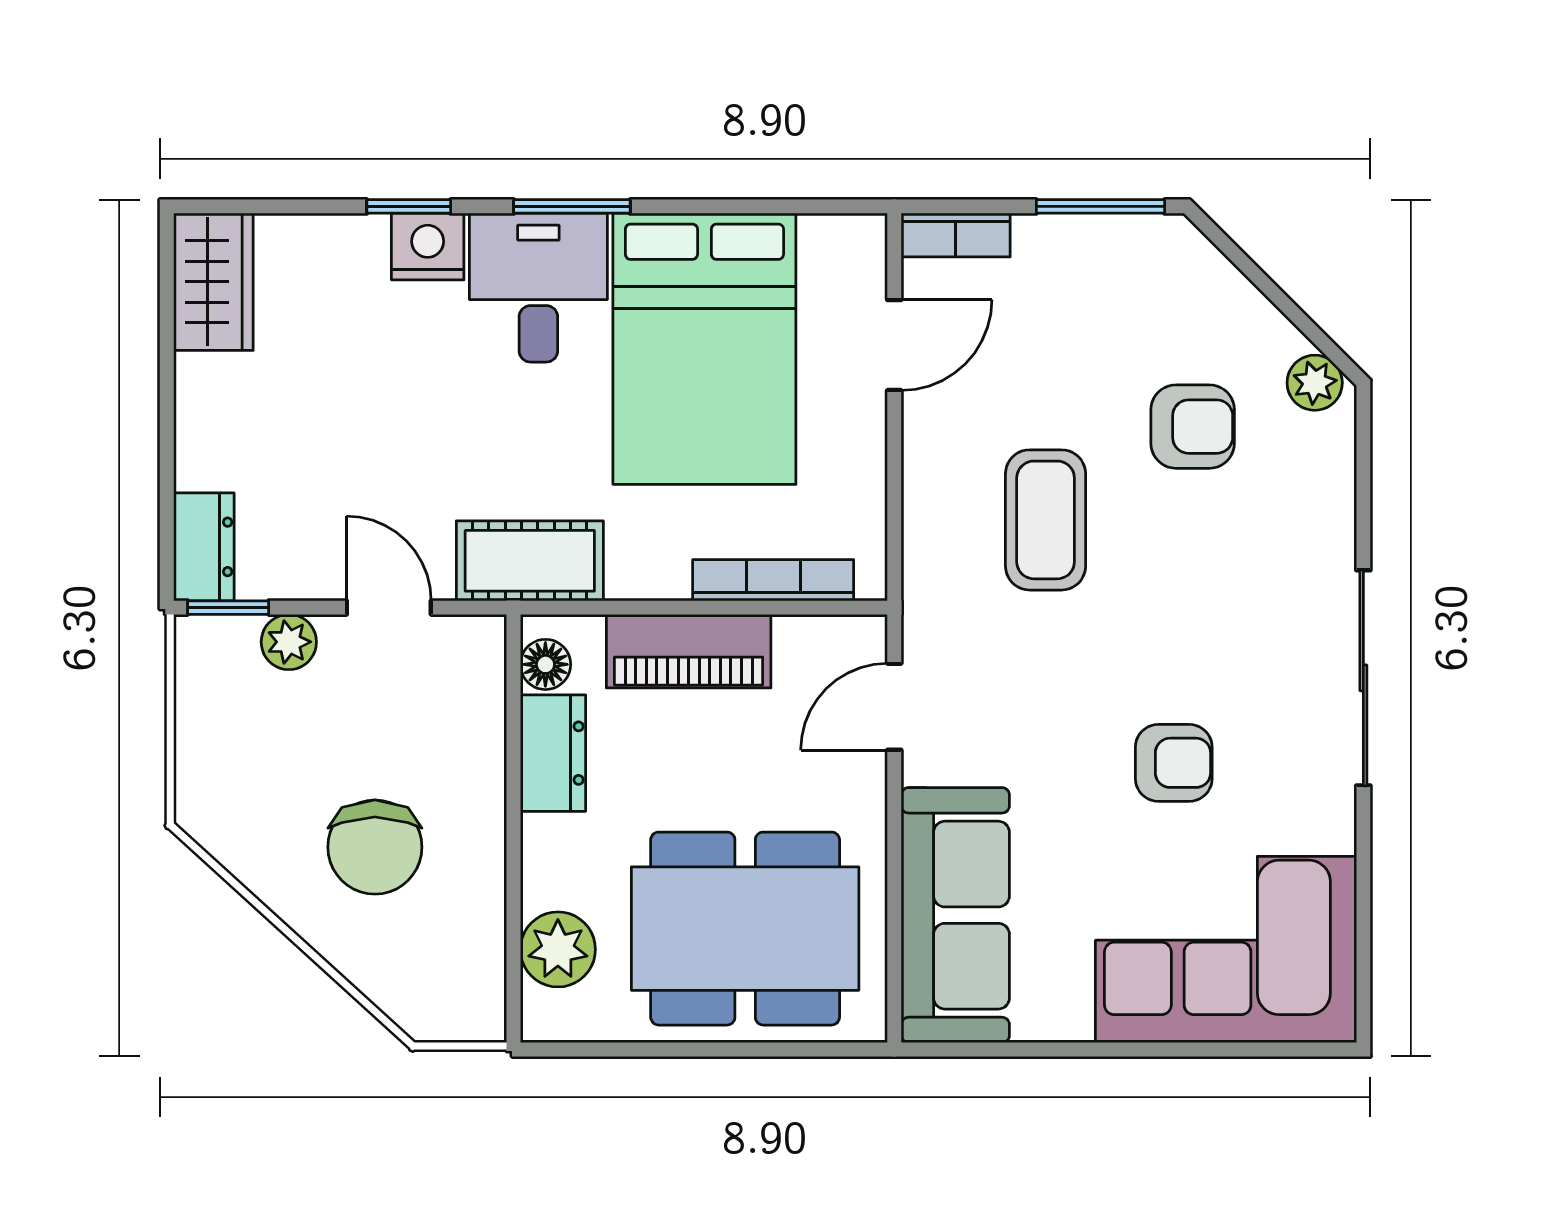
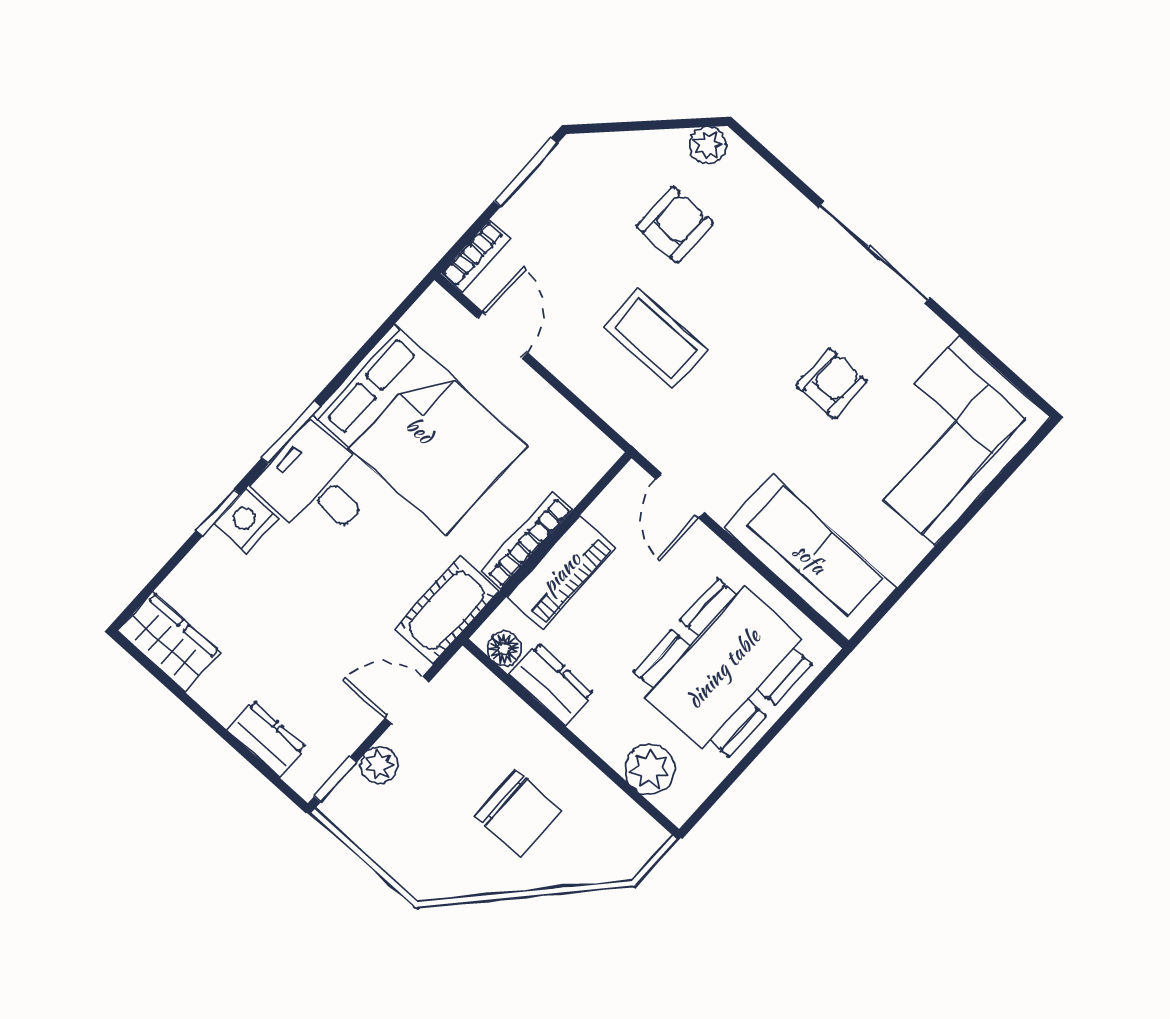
dresser: (204, 547) -> (266, 739), moved
bookcase: (773, 580) -> (527, 540), moved

